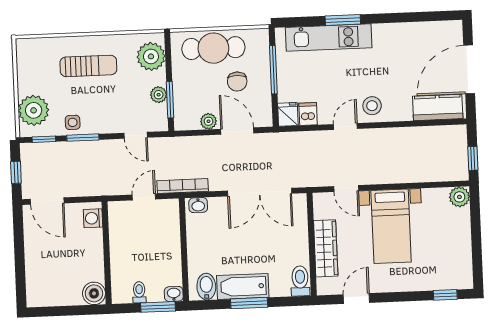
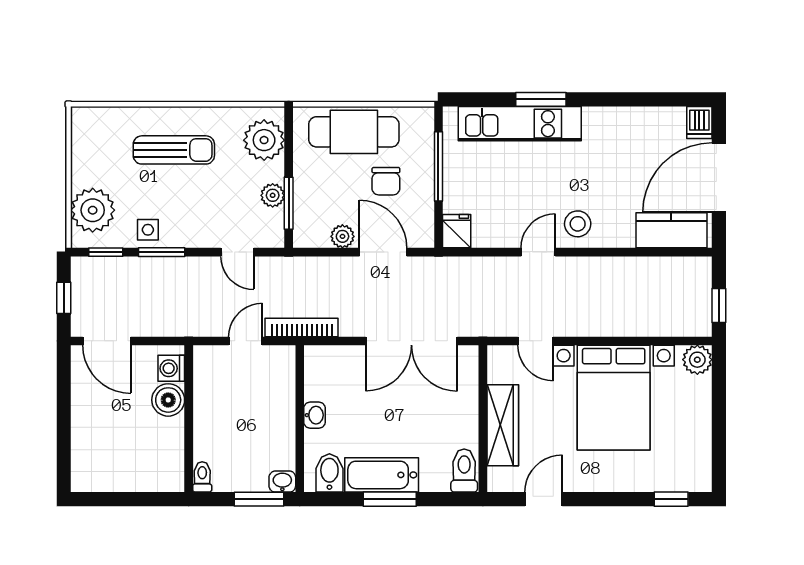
dishwasher: (308, 114) -> (699, 122), moved, turned 180
washbasin: (198, 205) -> (315, 415), moved, turned -90
bed with nightstands: (391, 226) -> (614, 398), width x1.36
toilet: (139, 292) -> (202, 477), moved
boiler: (94, 293) -> (168, 400), moved

